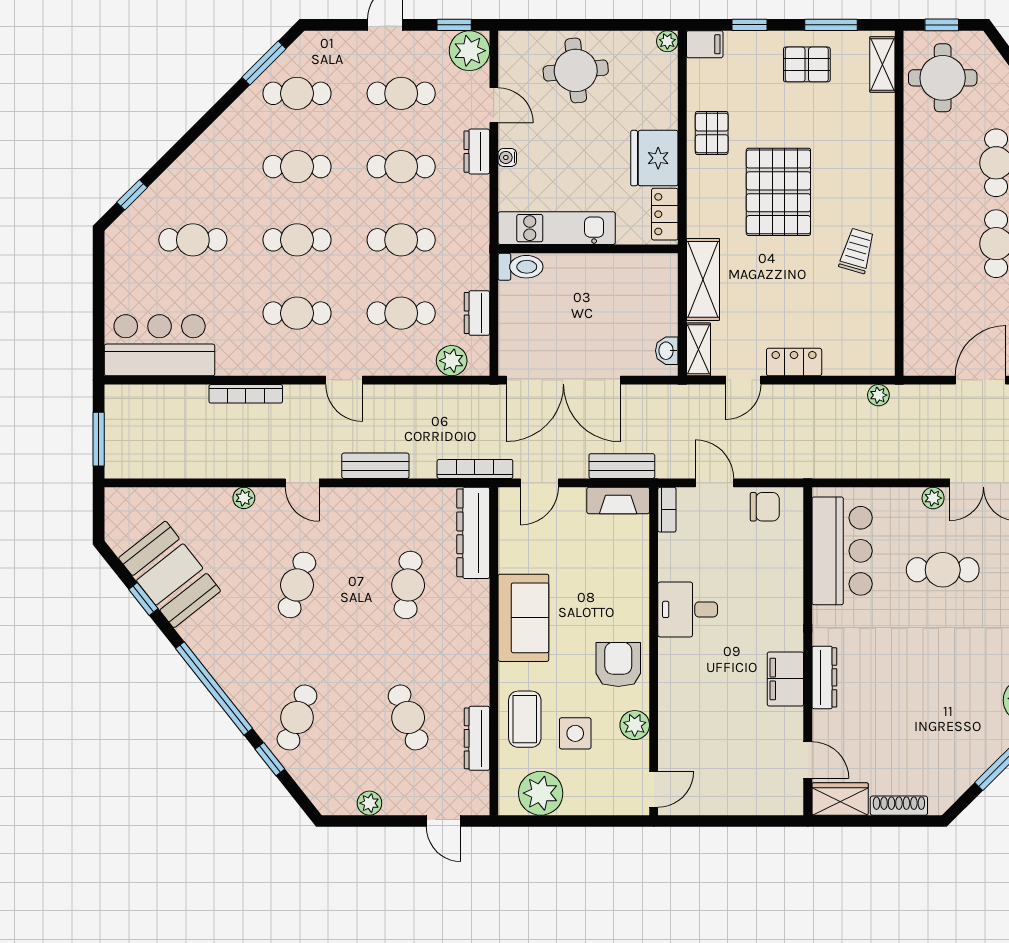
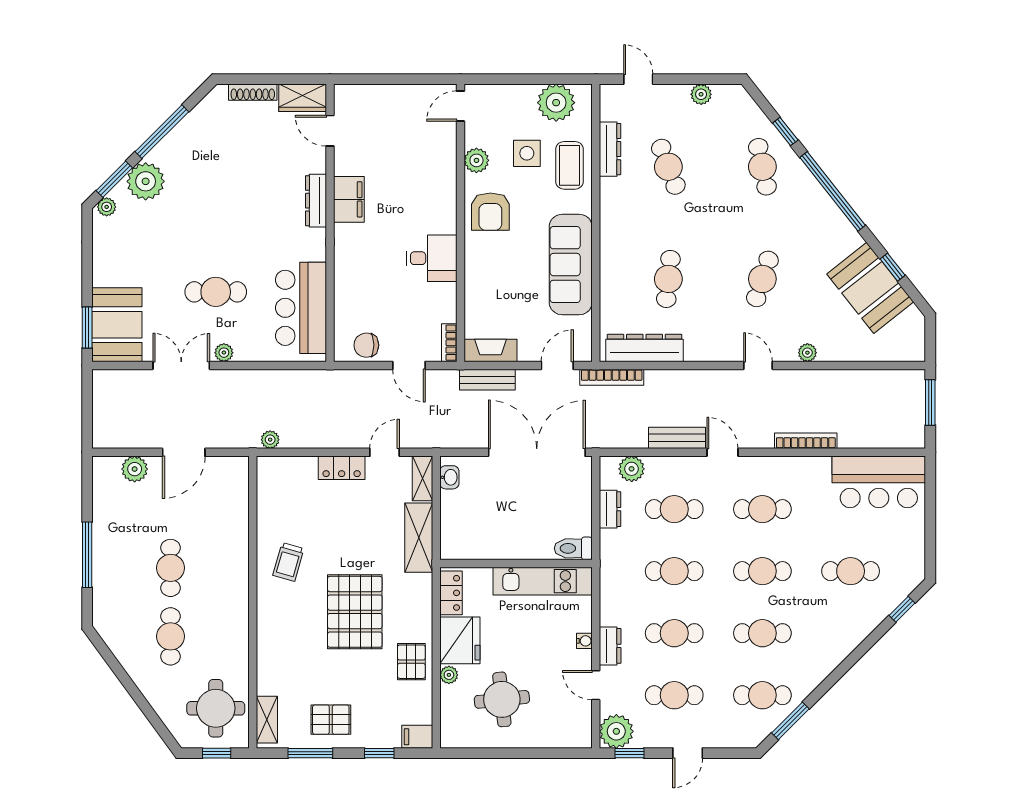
plant: (667, 41) -> (449, 675), moved
round table: (576, 70) -> (502, 699), moved
bench: (375, 466) -> (677, 438), moved
dresser: (473, 533) -> (645, 348), moved, turned -90
sofa: (523, 618) -> (571, 265), width x1.36
cafe table: (297, 717) -> (762, 167), turned -33

